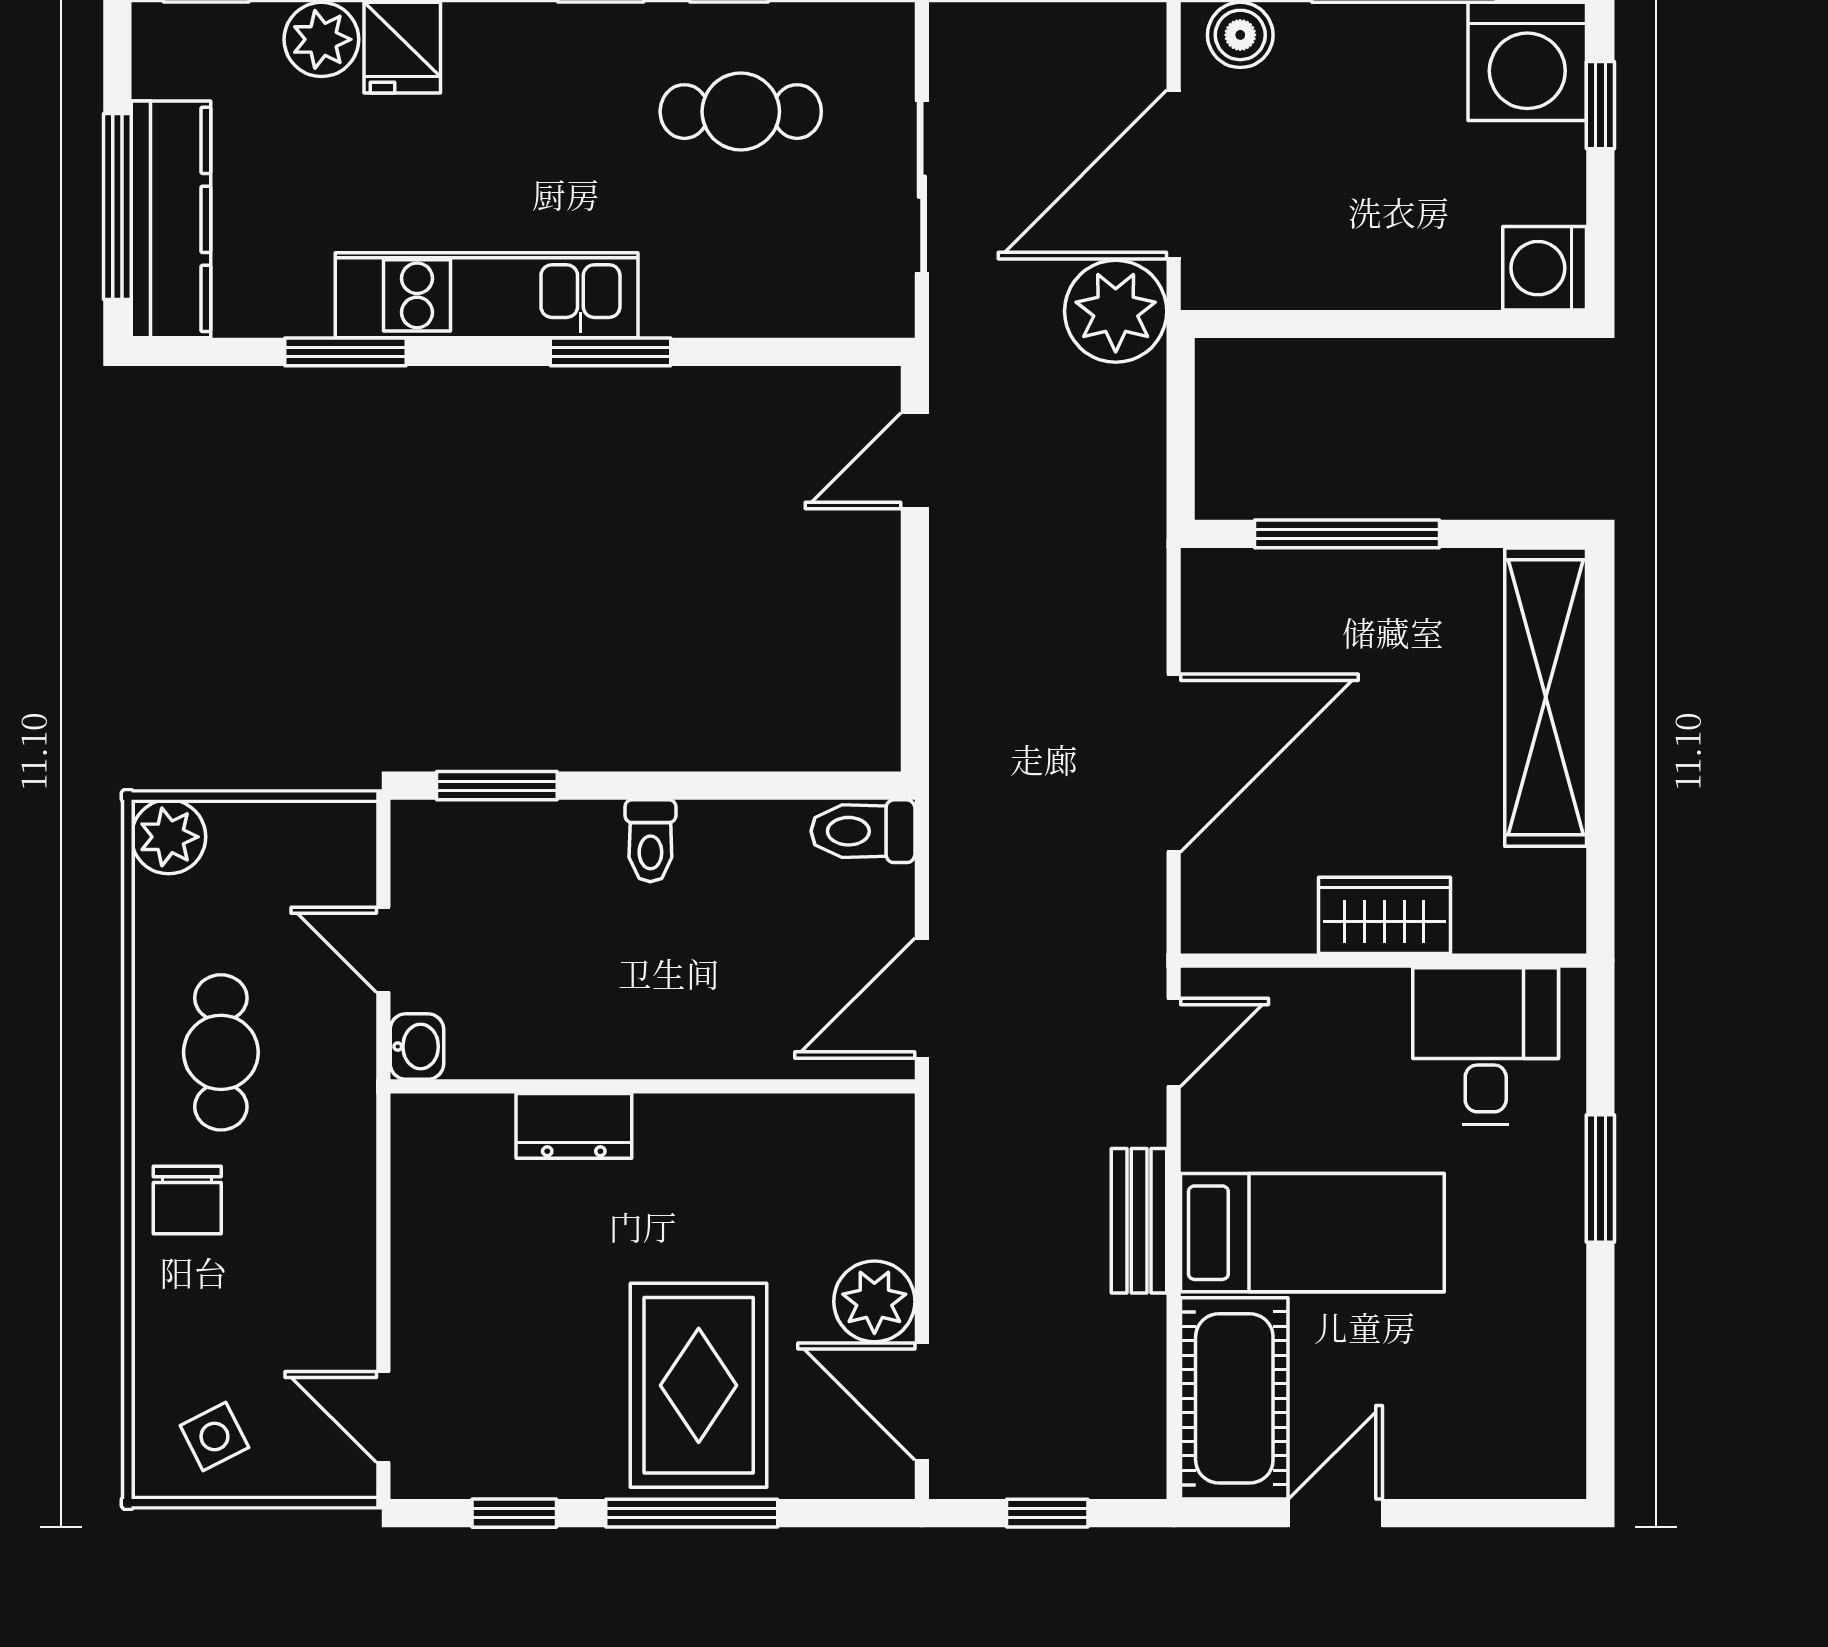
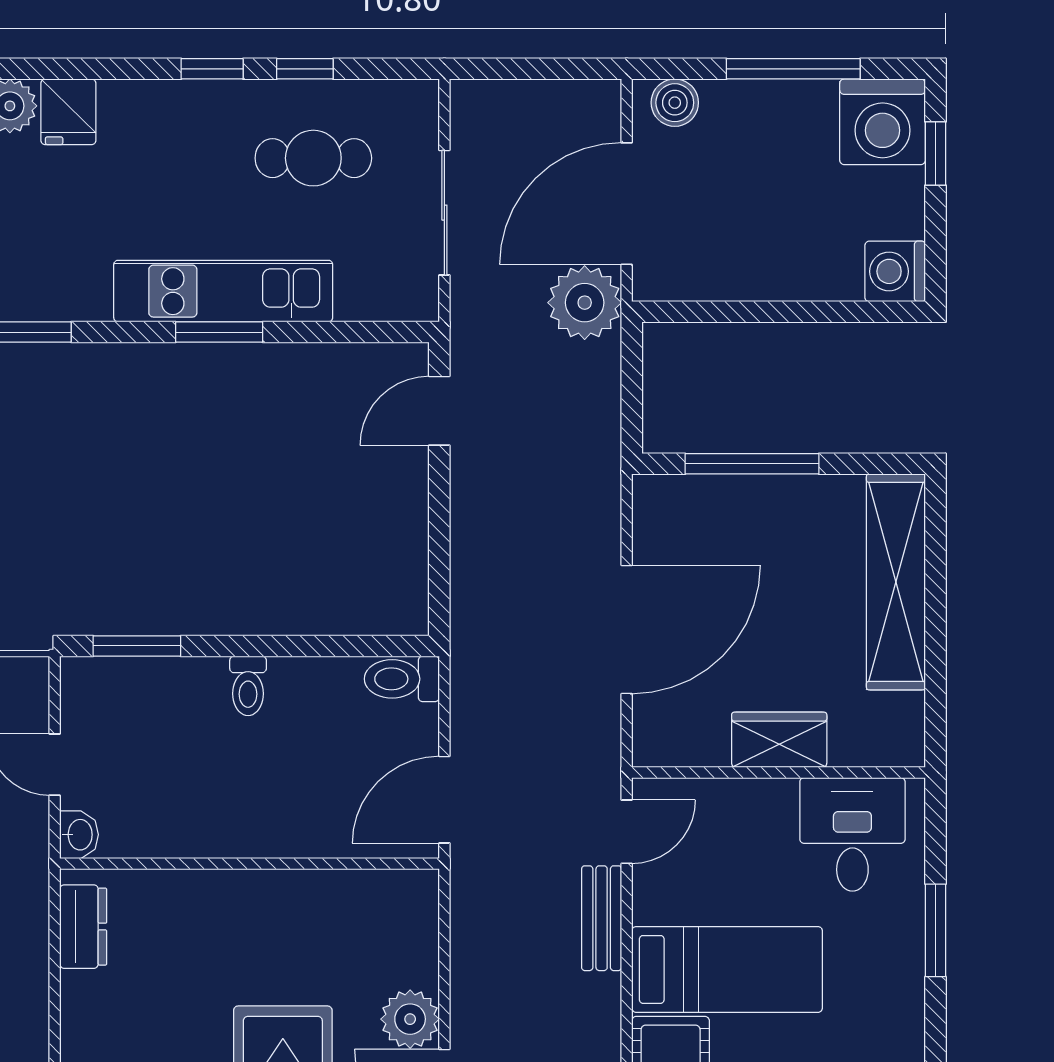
kitchen unit: (487, 295) -> (223, 291), moved
dresser: (574, 1126) -> (83, 927), moved, turned -90
bench: (1139, 1221) -> (602, 918), moved

